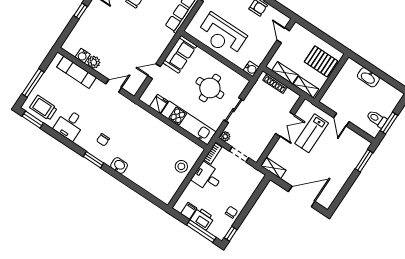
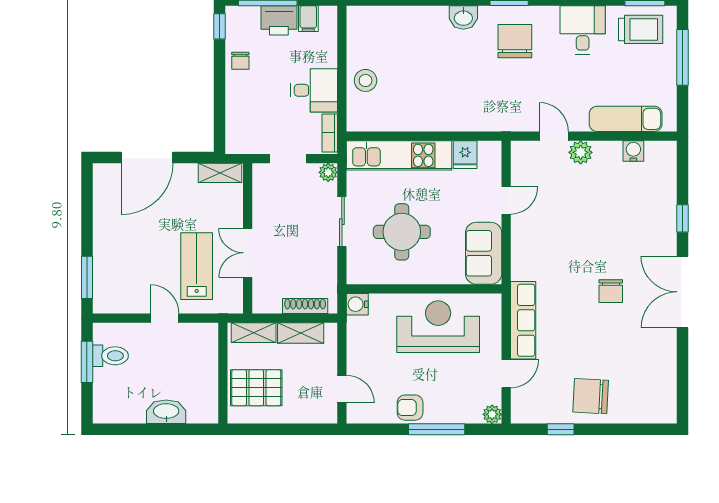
plant: (94, 62) -> (581, 152), moved
door: (114, 86) -> (554, 136), swing flipped
chair: (103, 140) -> (515, 41), width x1.87, depth x1.87

